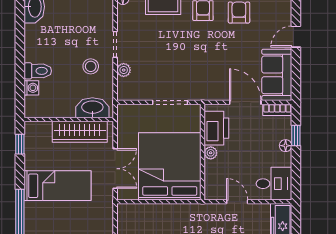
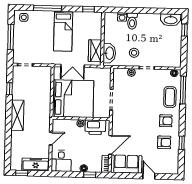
wardrobe: (80, 132) -> (95, 51), width x0.67

